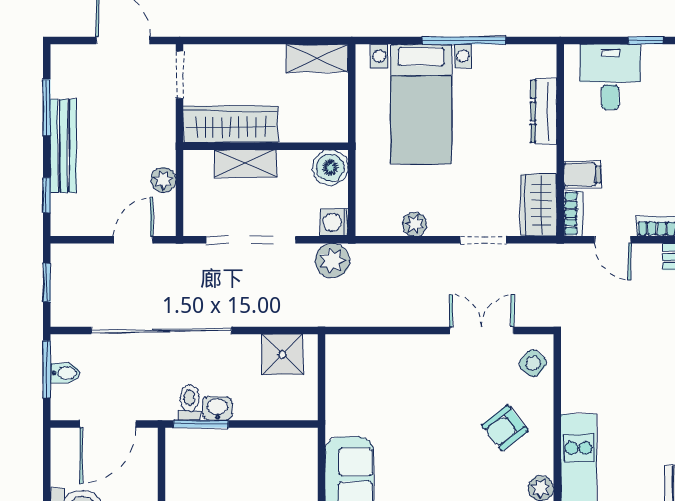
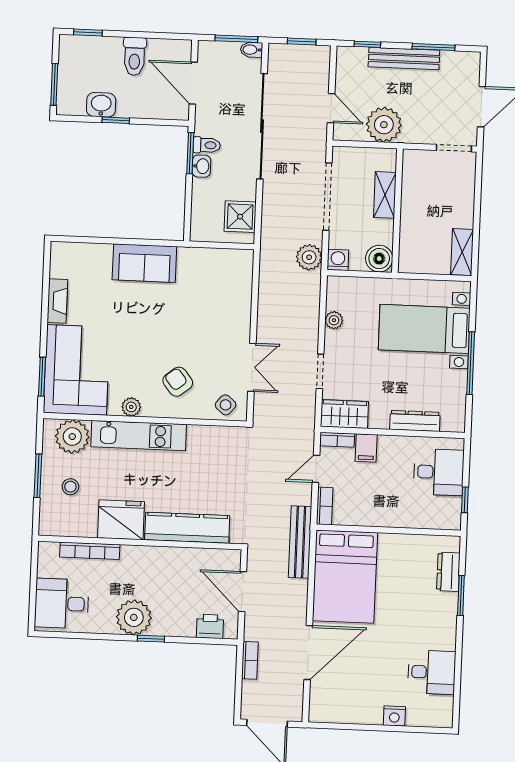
wardrobe: (231, 124) -> (415, 185), removed
plant: (163, 180) -> (384, 125), width x1.87, depth x1.87
bidet: (65, 373) -> (251, 50), moved, turned 90

